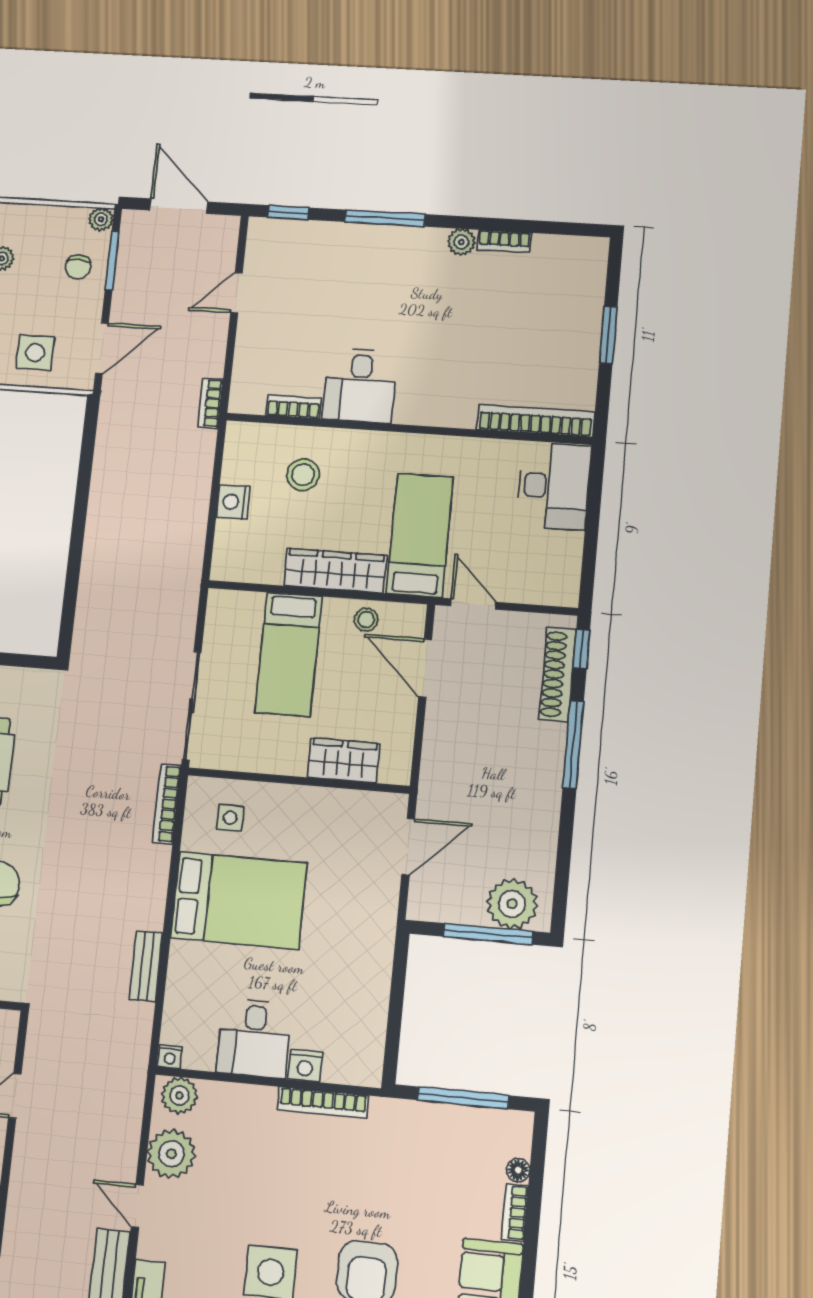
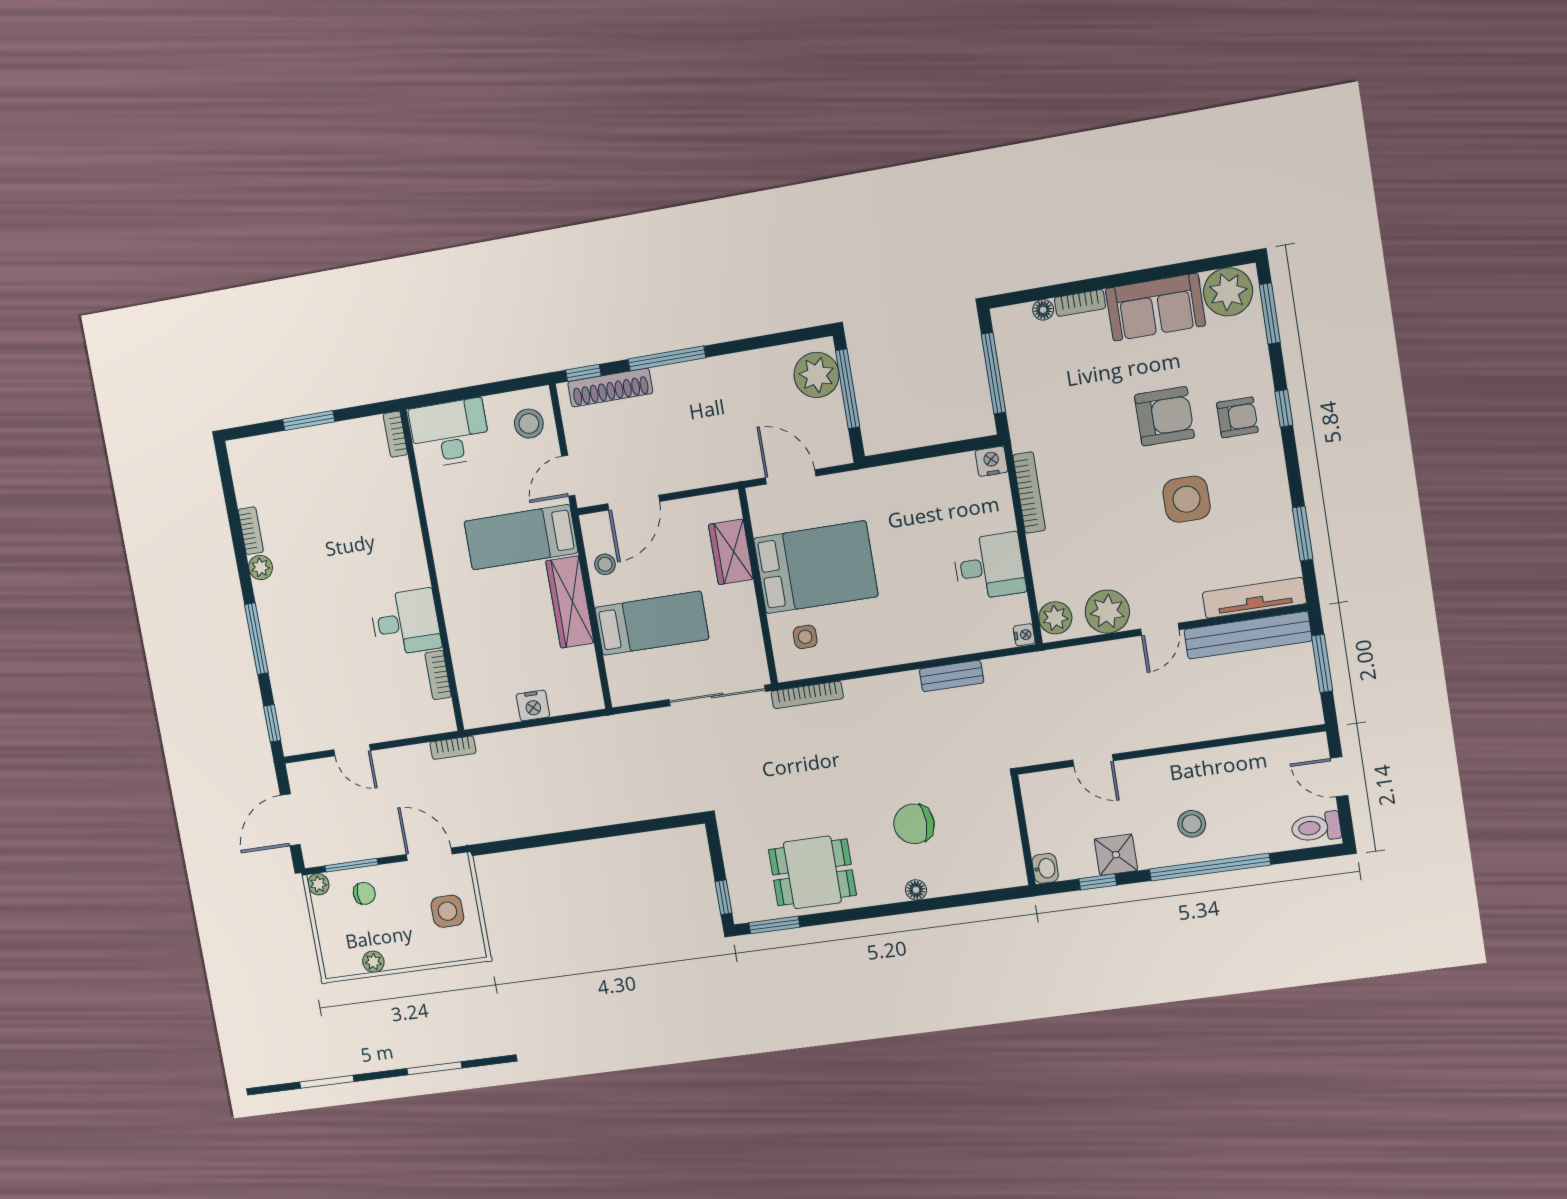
bookcase: (536, 421) -> (395, 434), width x0.43, depth x0.76
stool: (303, 475) -> (529, 424), moved
bed: (239, 900) -> (816, 567), moved, turned 90
nightstand: (305, 1066) -> (991, 461), moved, turned -90

